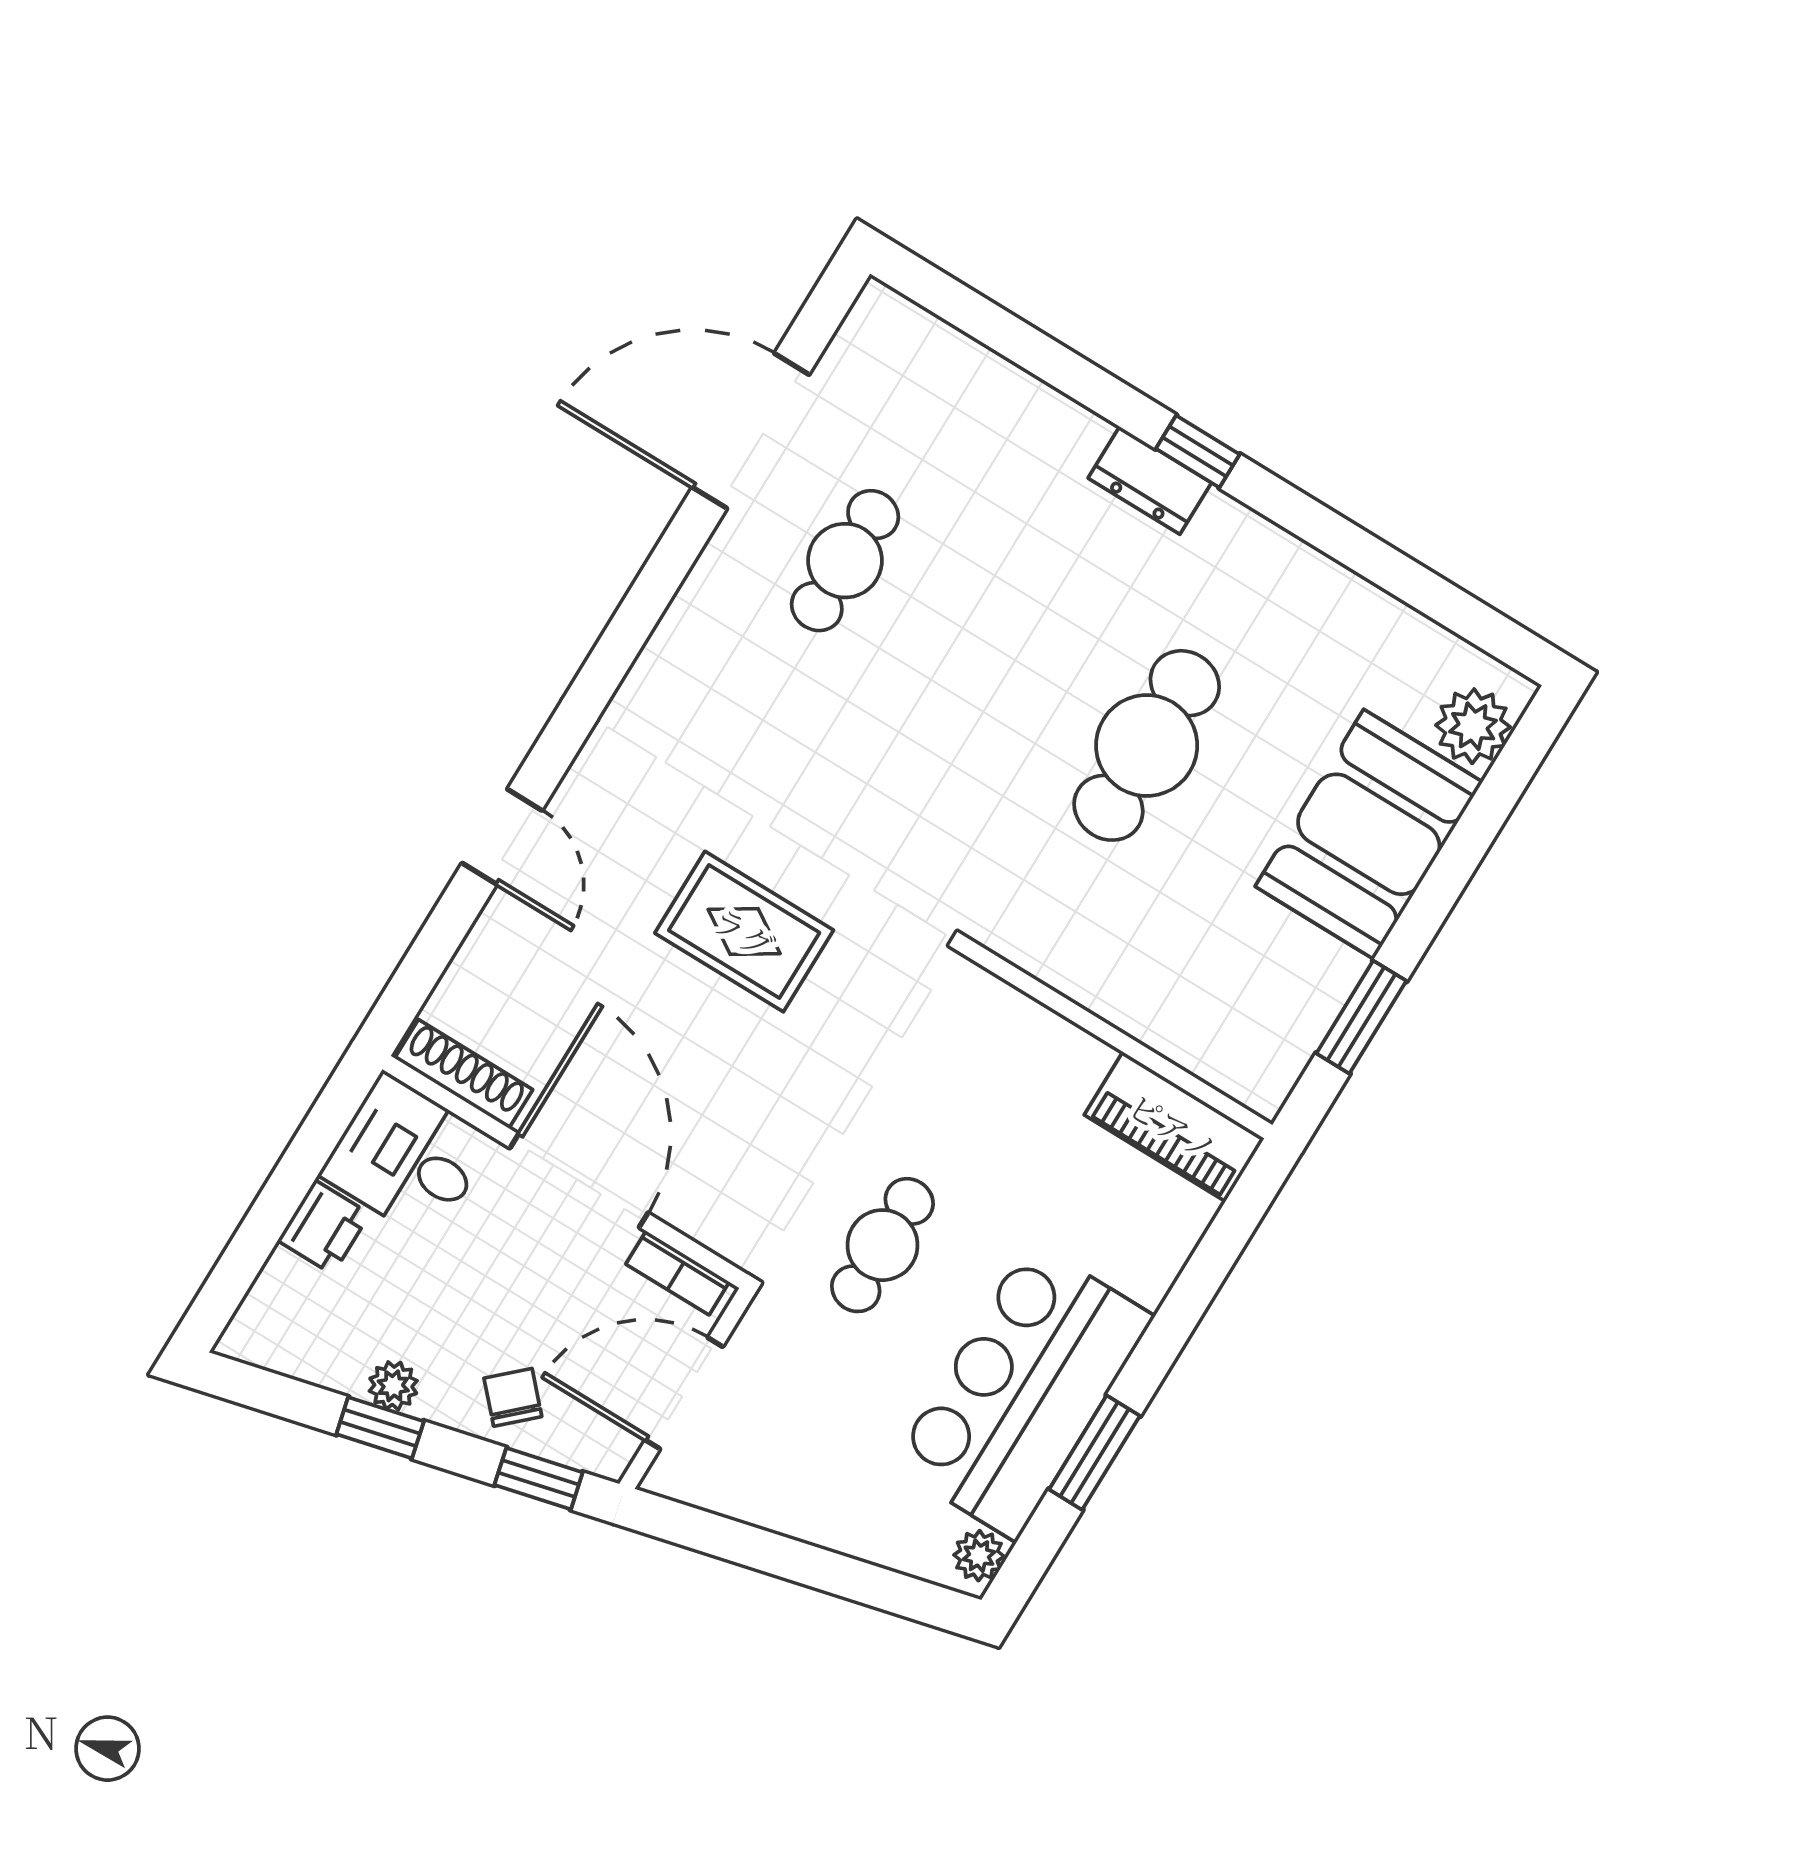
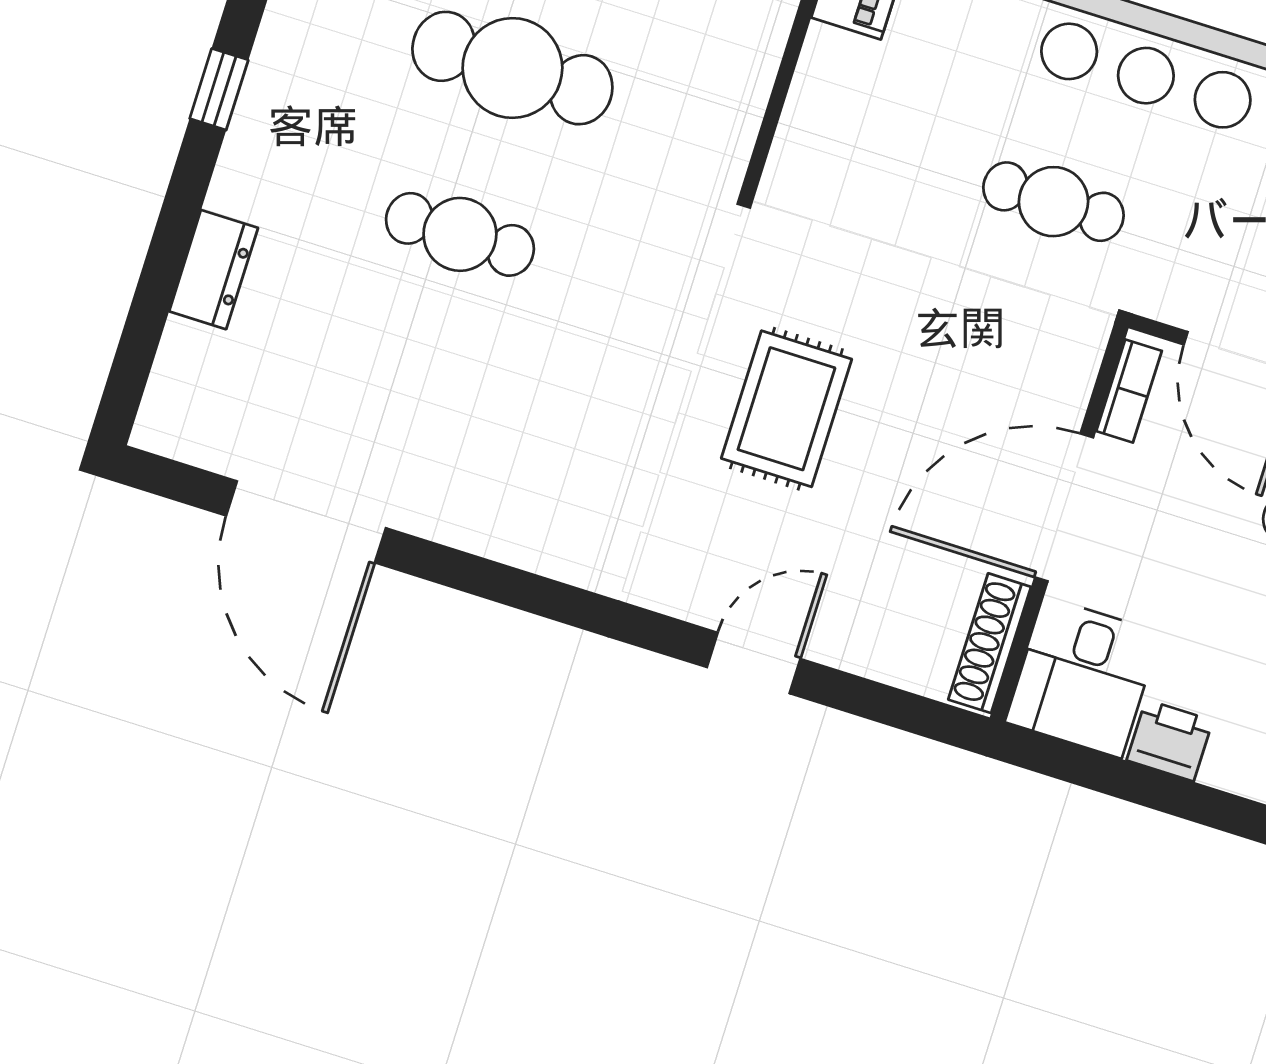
dresser: (1150, 480) -> (214, 270), moved
cafe table: (845, 561) -> (460, 234), moved

